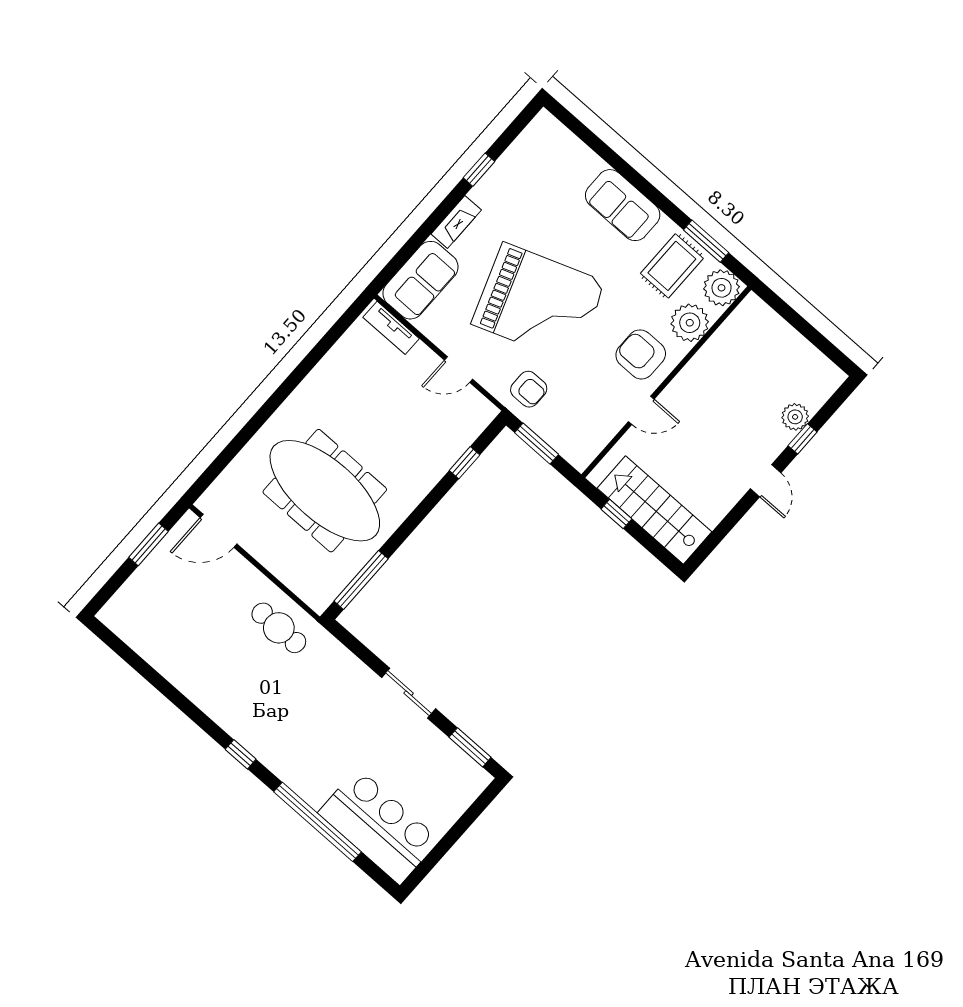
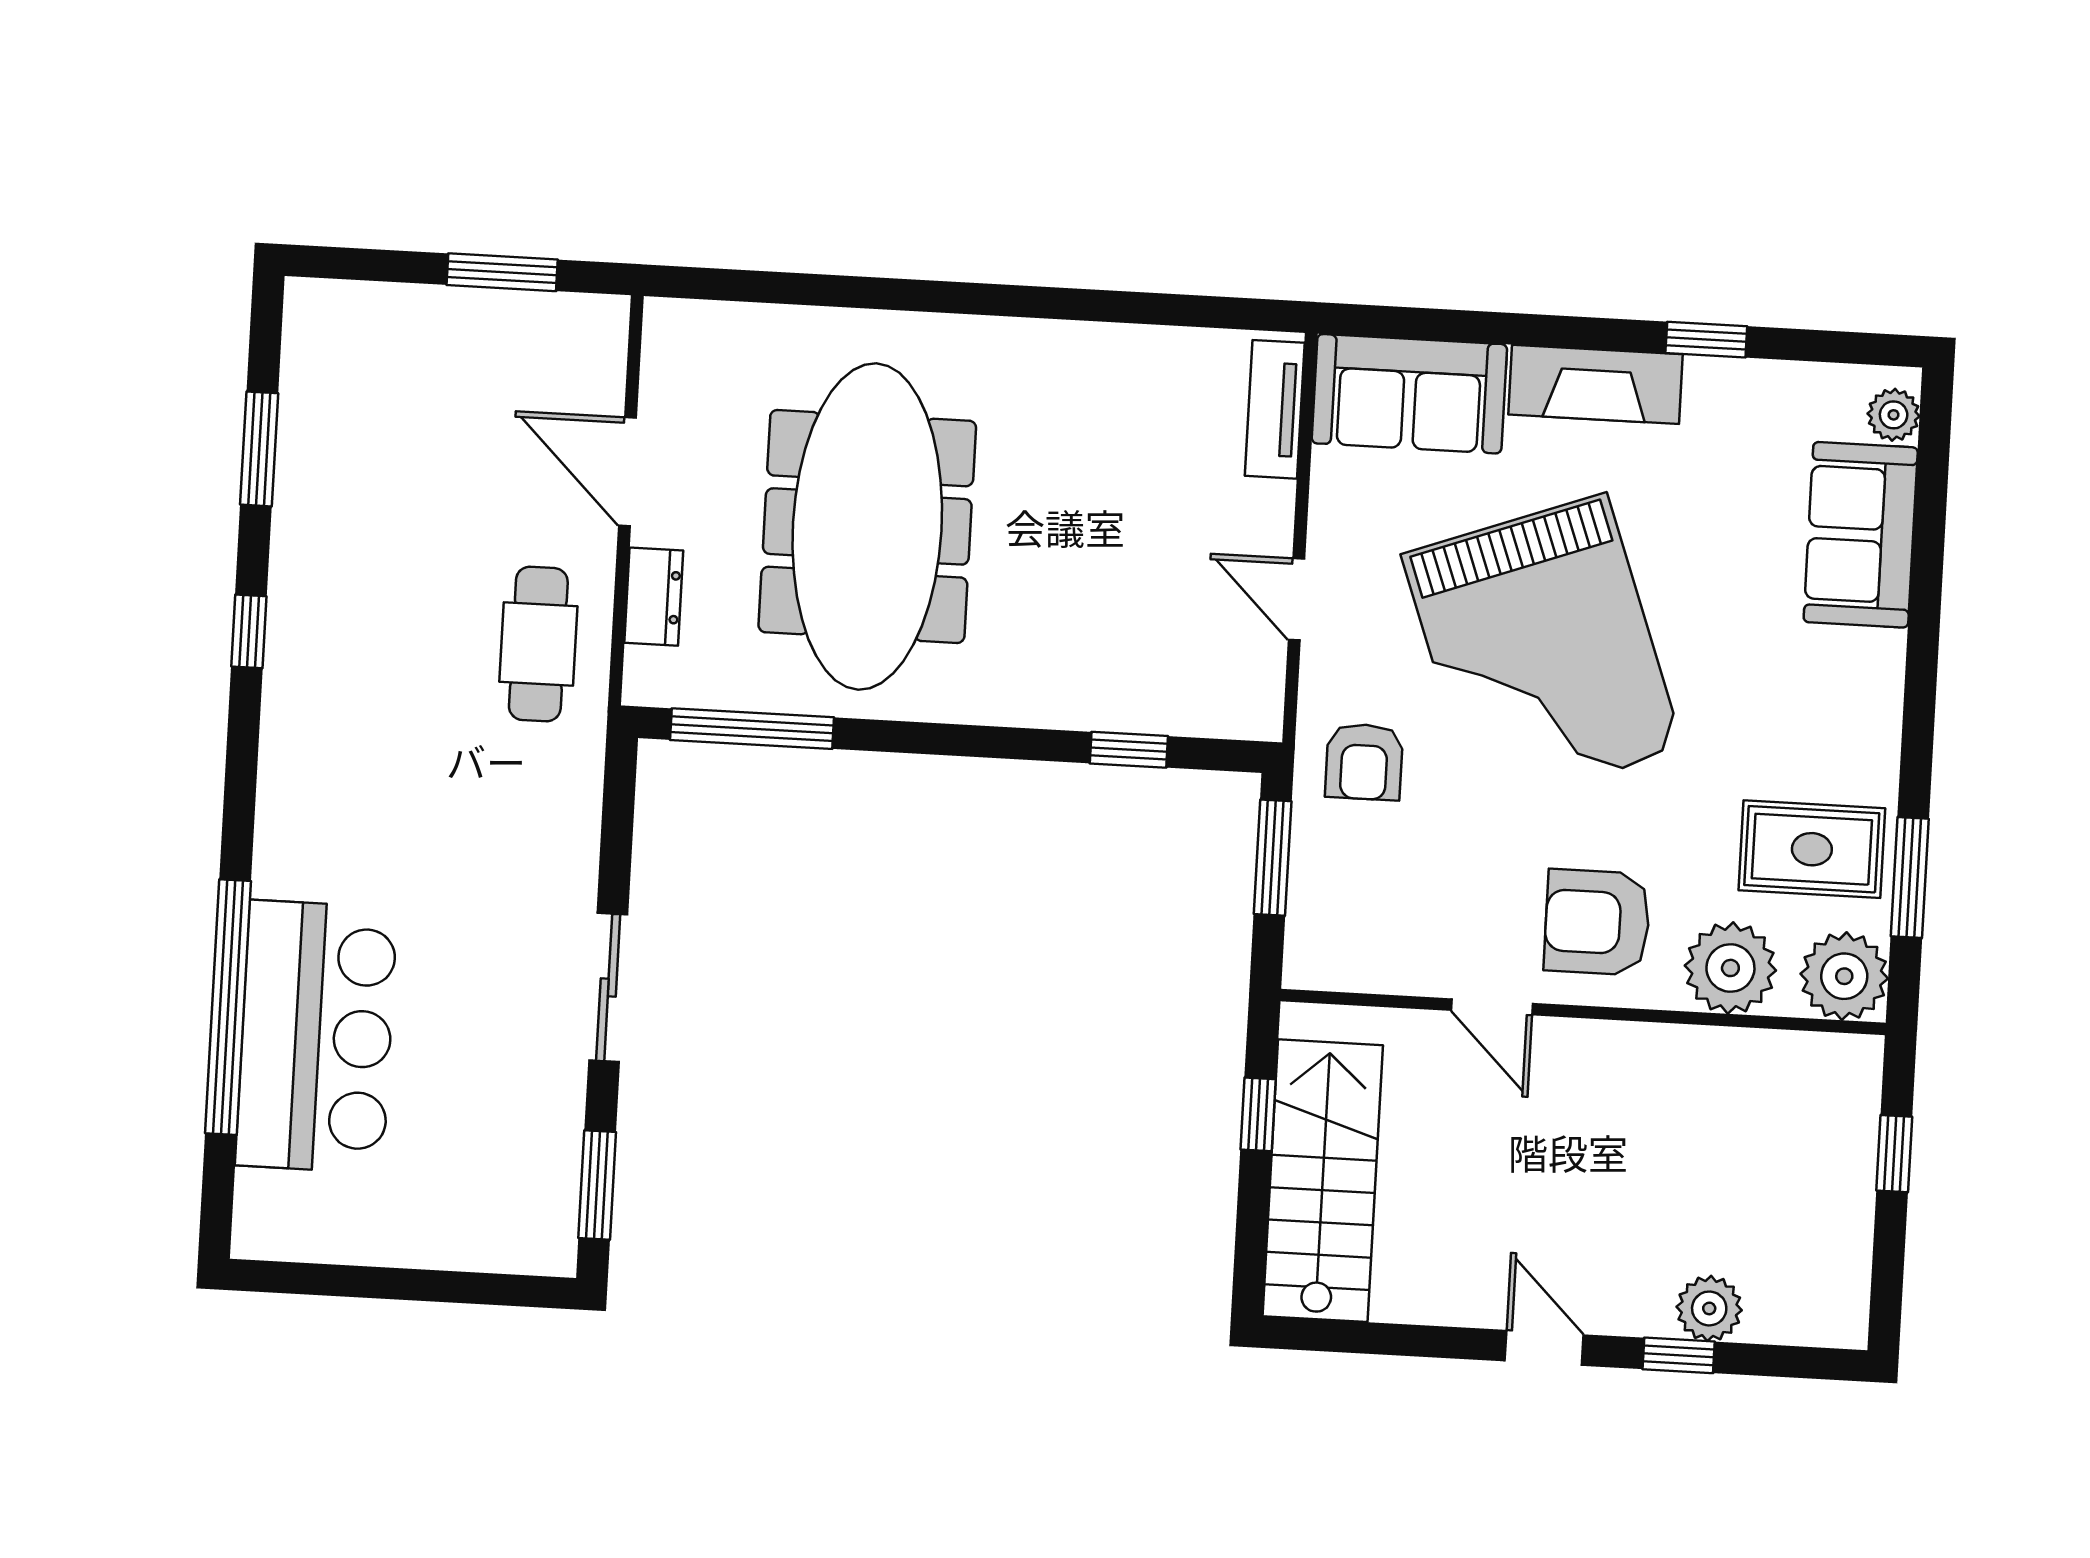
plant: (551, 128) -> (1894, 415), added
sofa: (623, 205) -> (1861, 535), moved
fireplace: (456, 222) -> (1595, 384), width x1.37, depth x1.32
window: (792, 317) -> (1894, 1154), added
armchair: (641, 354) -> (1597, 922), turned -90
door: (766, 481) -> (1544, 1348), swing flipped
door: (218, 531) -> (628, 472), moved
dresser: (293, 578) -> (654, 597), added
window: (144, 669) -> (259, 449), added
window: (241, 754) -> (249, 631), moved
bar counter: (379, 826) -> (316, 1037), moved

